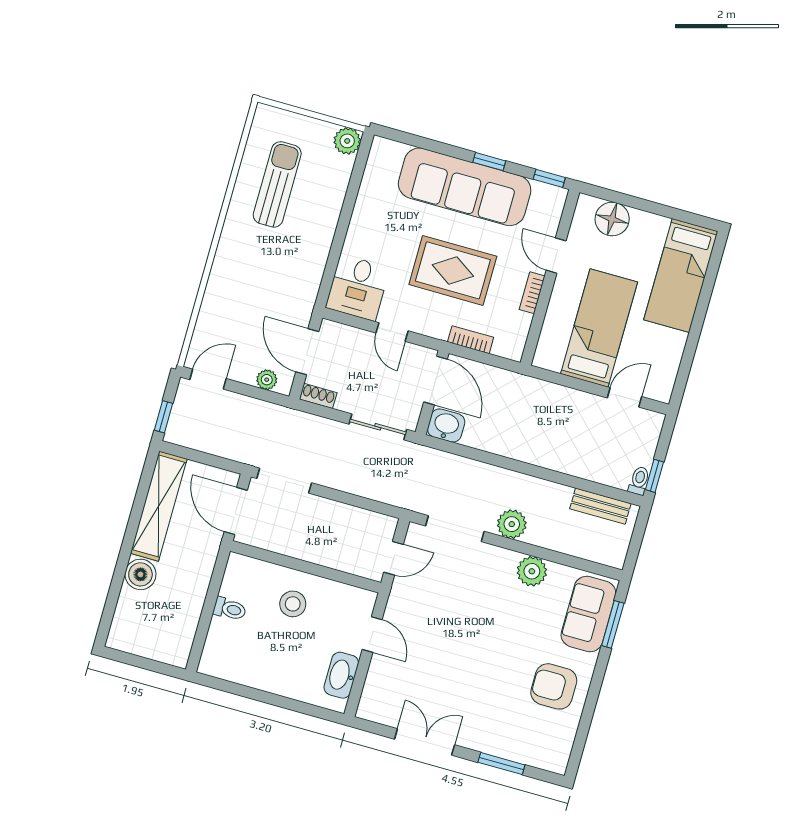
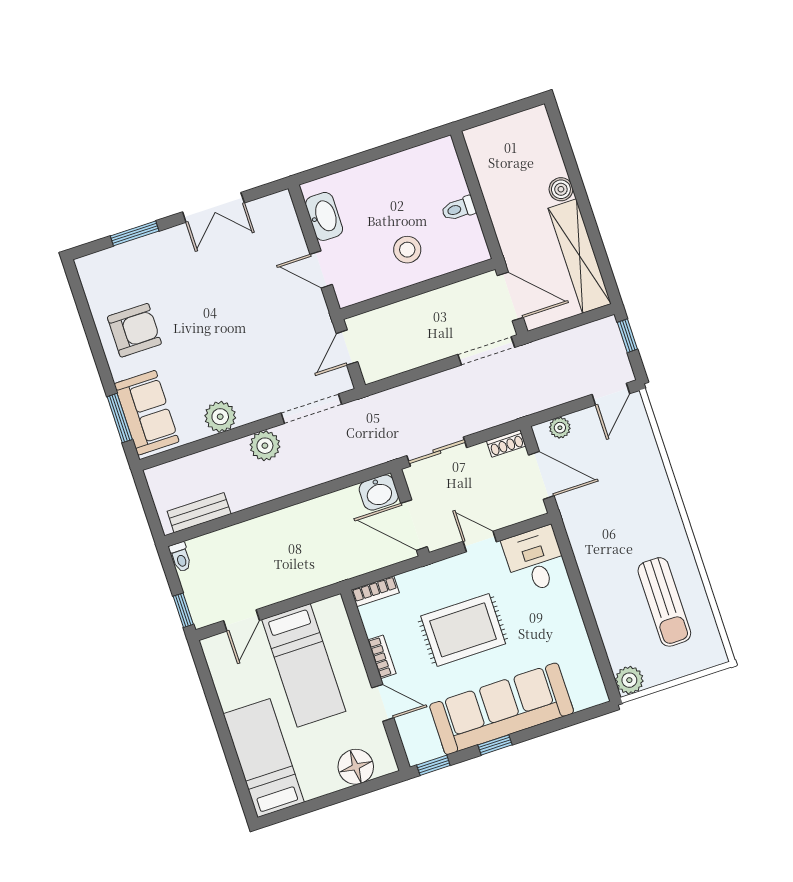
bookcase: (471, 340) -> (375, 591), moved
window: (655, 476) -> (183, 610), moved
boiler: (140, 574) -> (561, 189), width x0.73, depth x0.73

